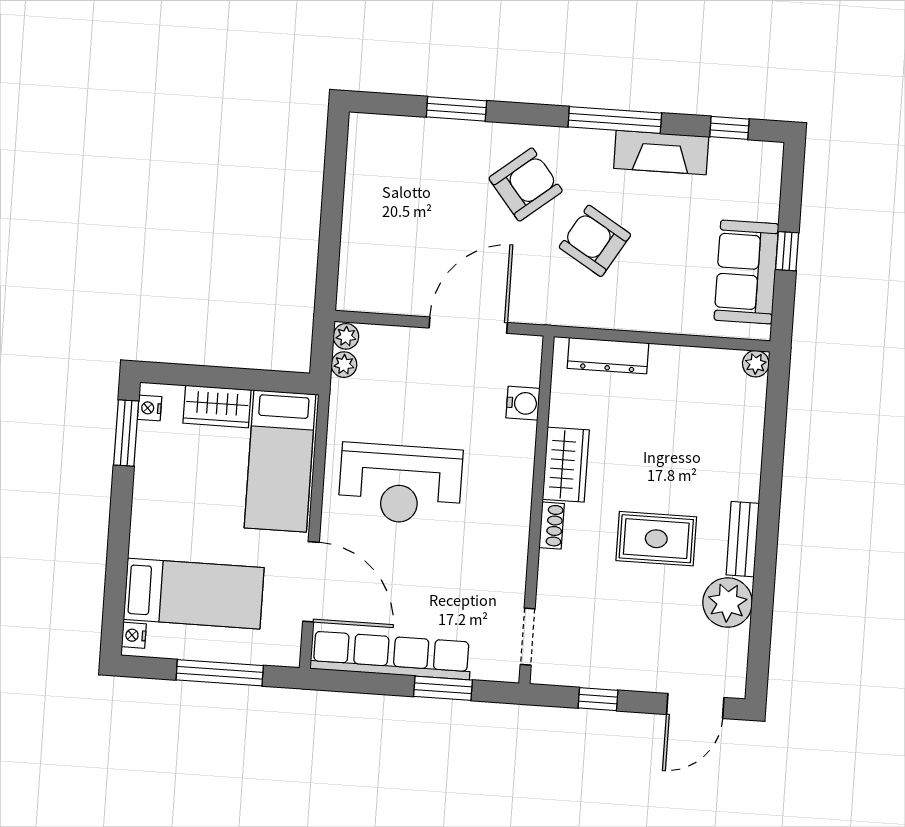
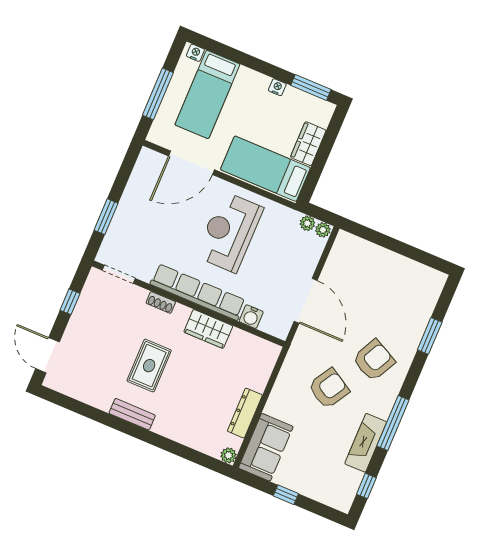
armchair: (526, 185) -> (374, 360), turned -114
sofa: (746, 272) -> (266, 447), moved, turned 90
dresser: (608, 356) -> (245, 413), moved
nightstand: (150, 408) -> (277, 87), moved
shoe rack: (552, 526) -> (161, 302), moved
plant: (728, 603) -> (99, 393), removed
row of seats: (391, 655) -> (198, 292), moved, turned -90

